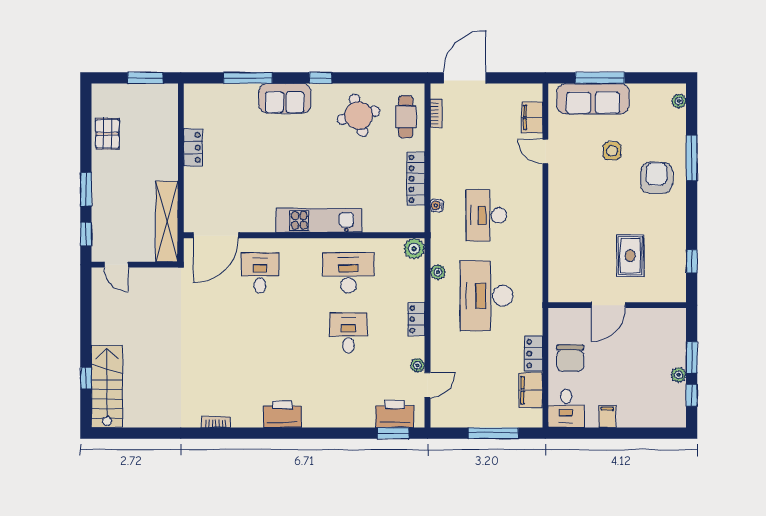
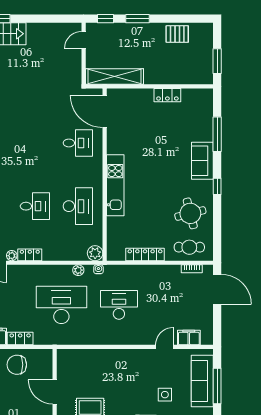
water cooler: (437, 205) -> (98, 269), moved
locker: (416, 319) -> (30, 255), moved

